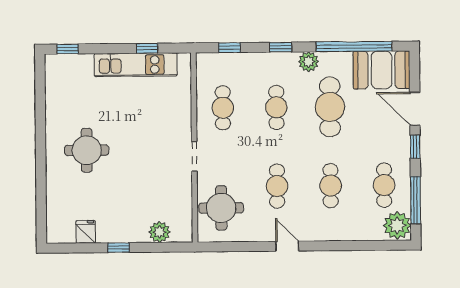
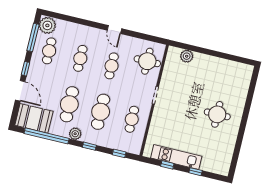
window: (68, 49) -> (196, 172), moved
cafe table: (276, 107) -> (101, 112), width x1.37, depth x1.35
fridge: (86, 232) -> (230, 67), removed
window: (119, 248) -> (213, 53), removed

